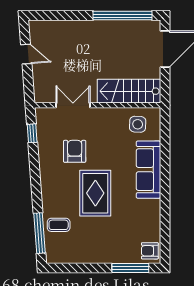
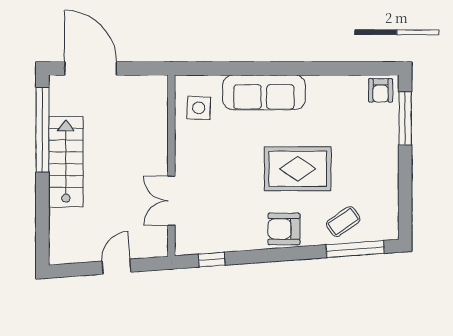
door: (26, 54) -> (116, 267), moved
stairs: (129, 91) -> (66, 162), moved, turned 180
armchair: (75, 151) -> (284, 229), moved
coffee table: (59, 225) -> (343, 222), turned 55

